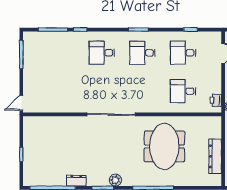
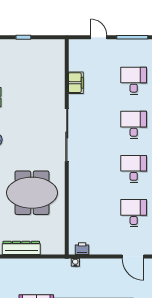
desk: (183, 91) -> (134, 81), moved
door: (21, 103) -> (99, 37), moved
filing cabinet: (63, 106) -> (76, 83), added

